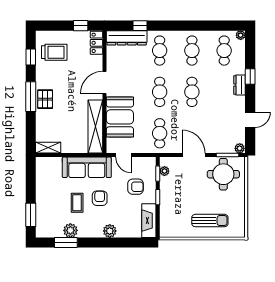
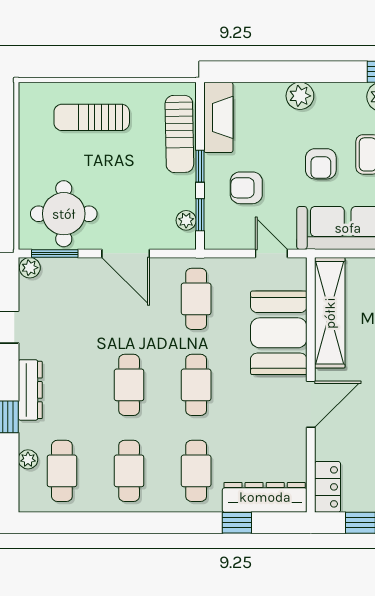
plant: (241, 35) -> (28, 459), moved
dresser: (239, 85) -> (30, 390), width x1.44
sun lounger: (168, 213) -> (179, 134), added

